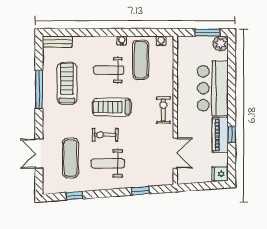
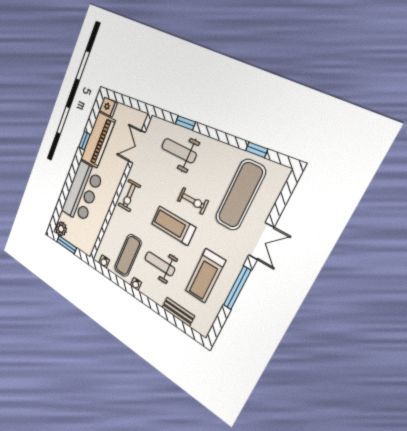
bench: (57, 42) -> (178, 312), moved
weight bench: (109, 70) -> (160, 264), turned 180
treadmill: (112, 107) -> (173, 226), turned 180
piano: (220, 135) -> (98, 140), width x1.37, depth x1.33
double door: (39, 154) -> (261, 241), moved
exercise mat: (70, 158) -> (240, 195), width x1.36, depth x1.45
weight bench: (108, 163) -> (179, 151), moved, turned 180

